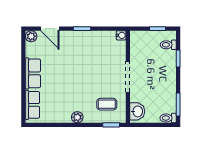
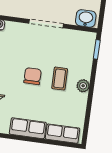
chair: (80, 71) -> (33, 76), added
coffee table: (107, 104) -> (60, 79), moved

